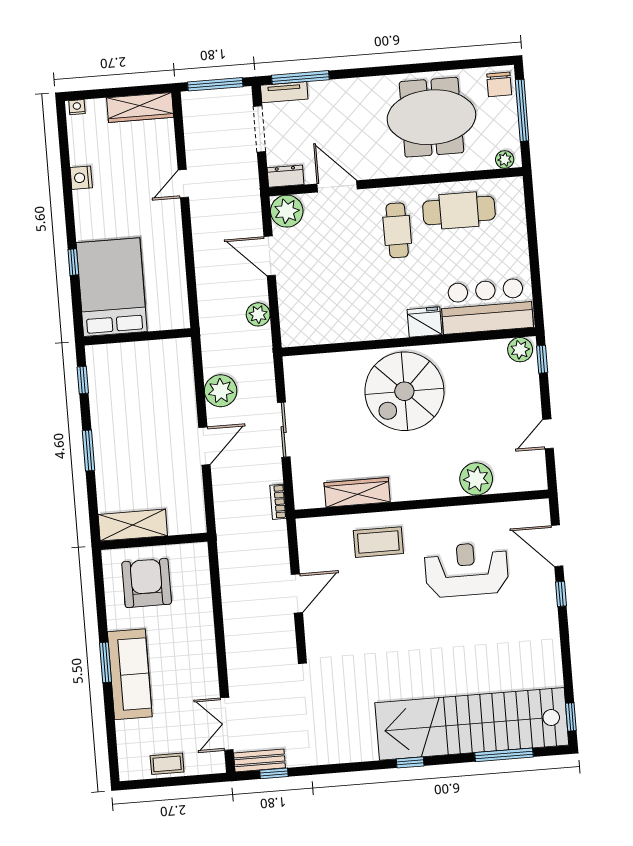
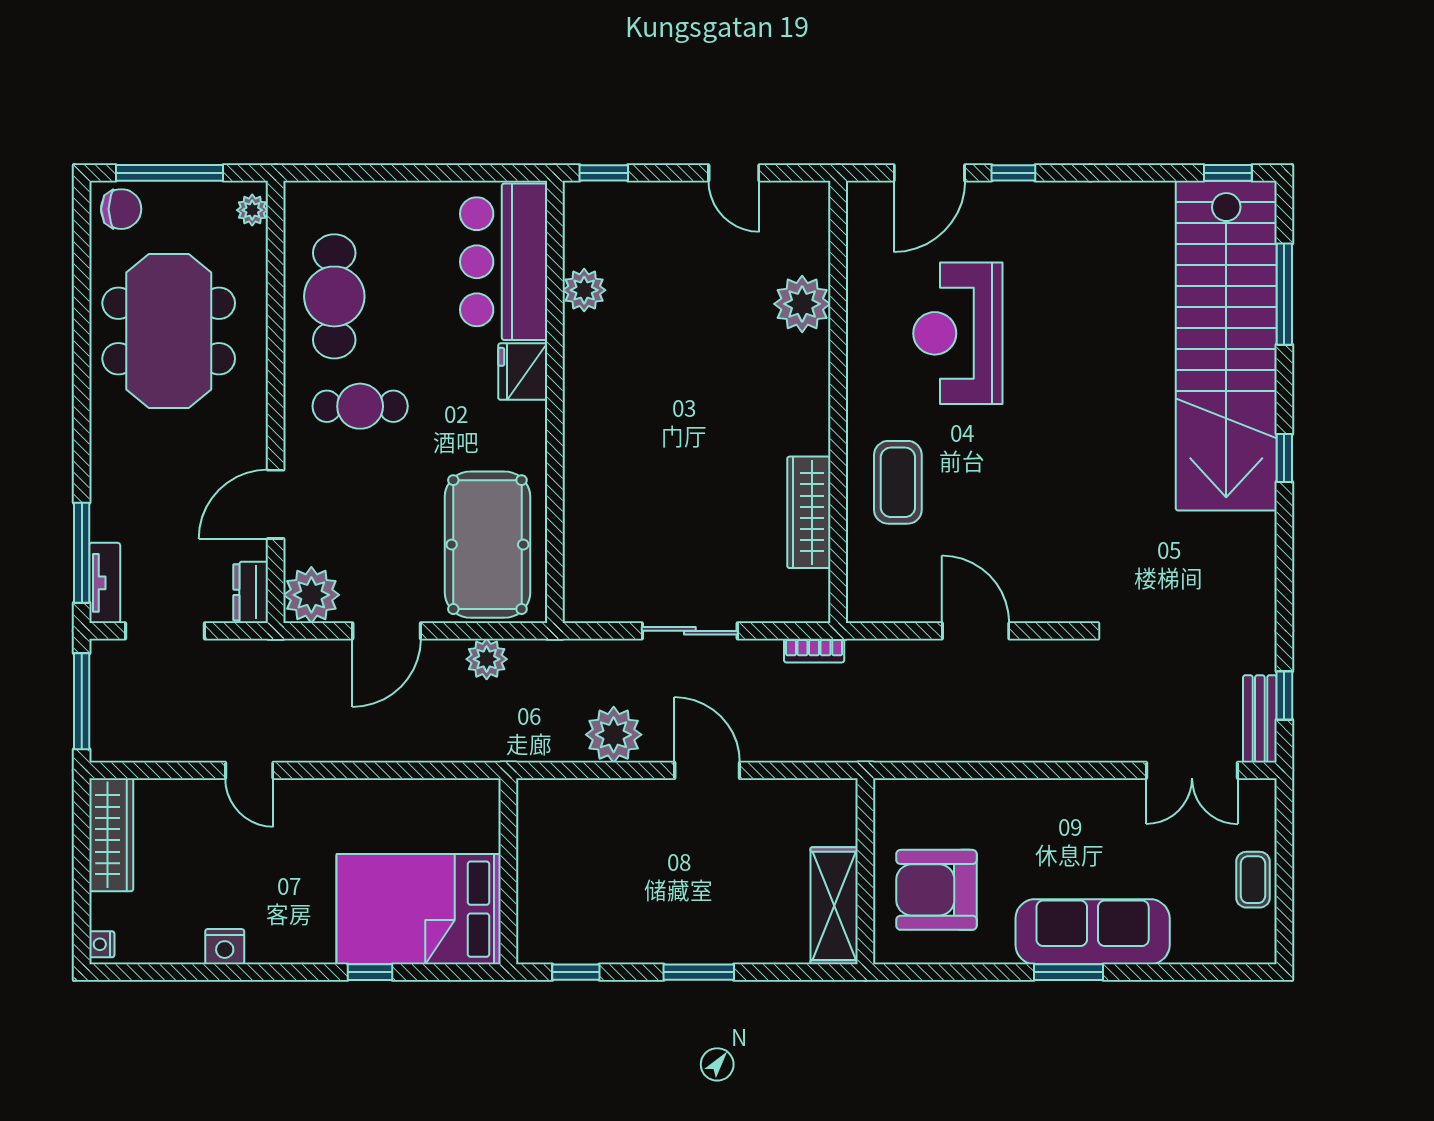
pool table: (324, 310) -> (487, 545), added
plant: (520, 350) -> (584, 290), moved
spiral stairs: (404, 391) -> (640, 416), removed

